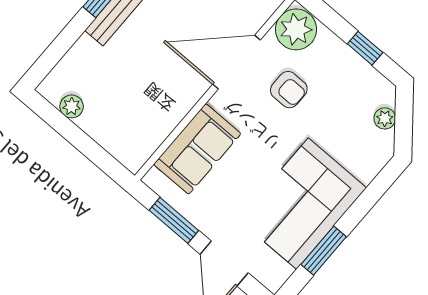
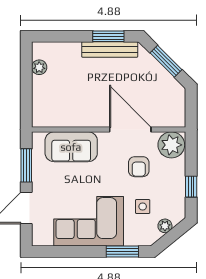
side table: (340, 125) -> (143, 207), added
window: (324, 251) -> (122, 251), moved

